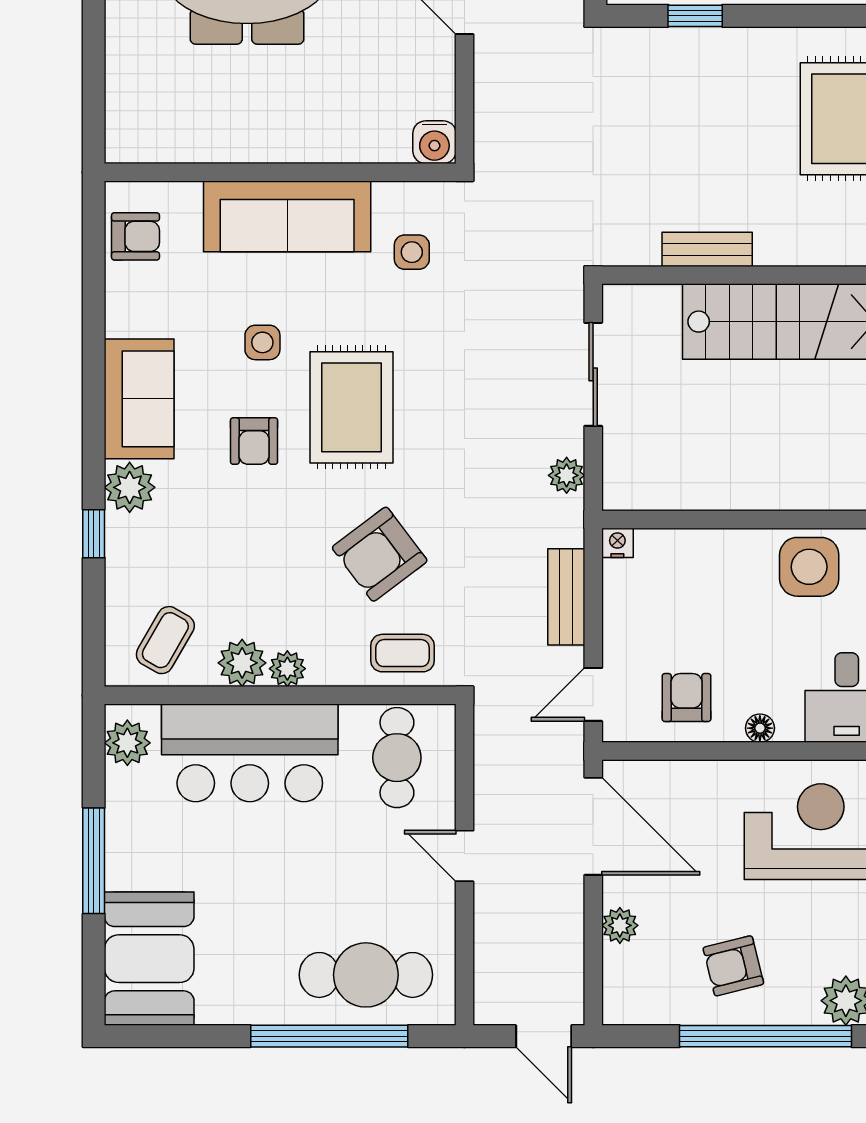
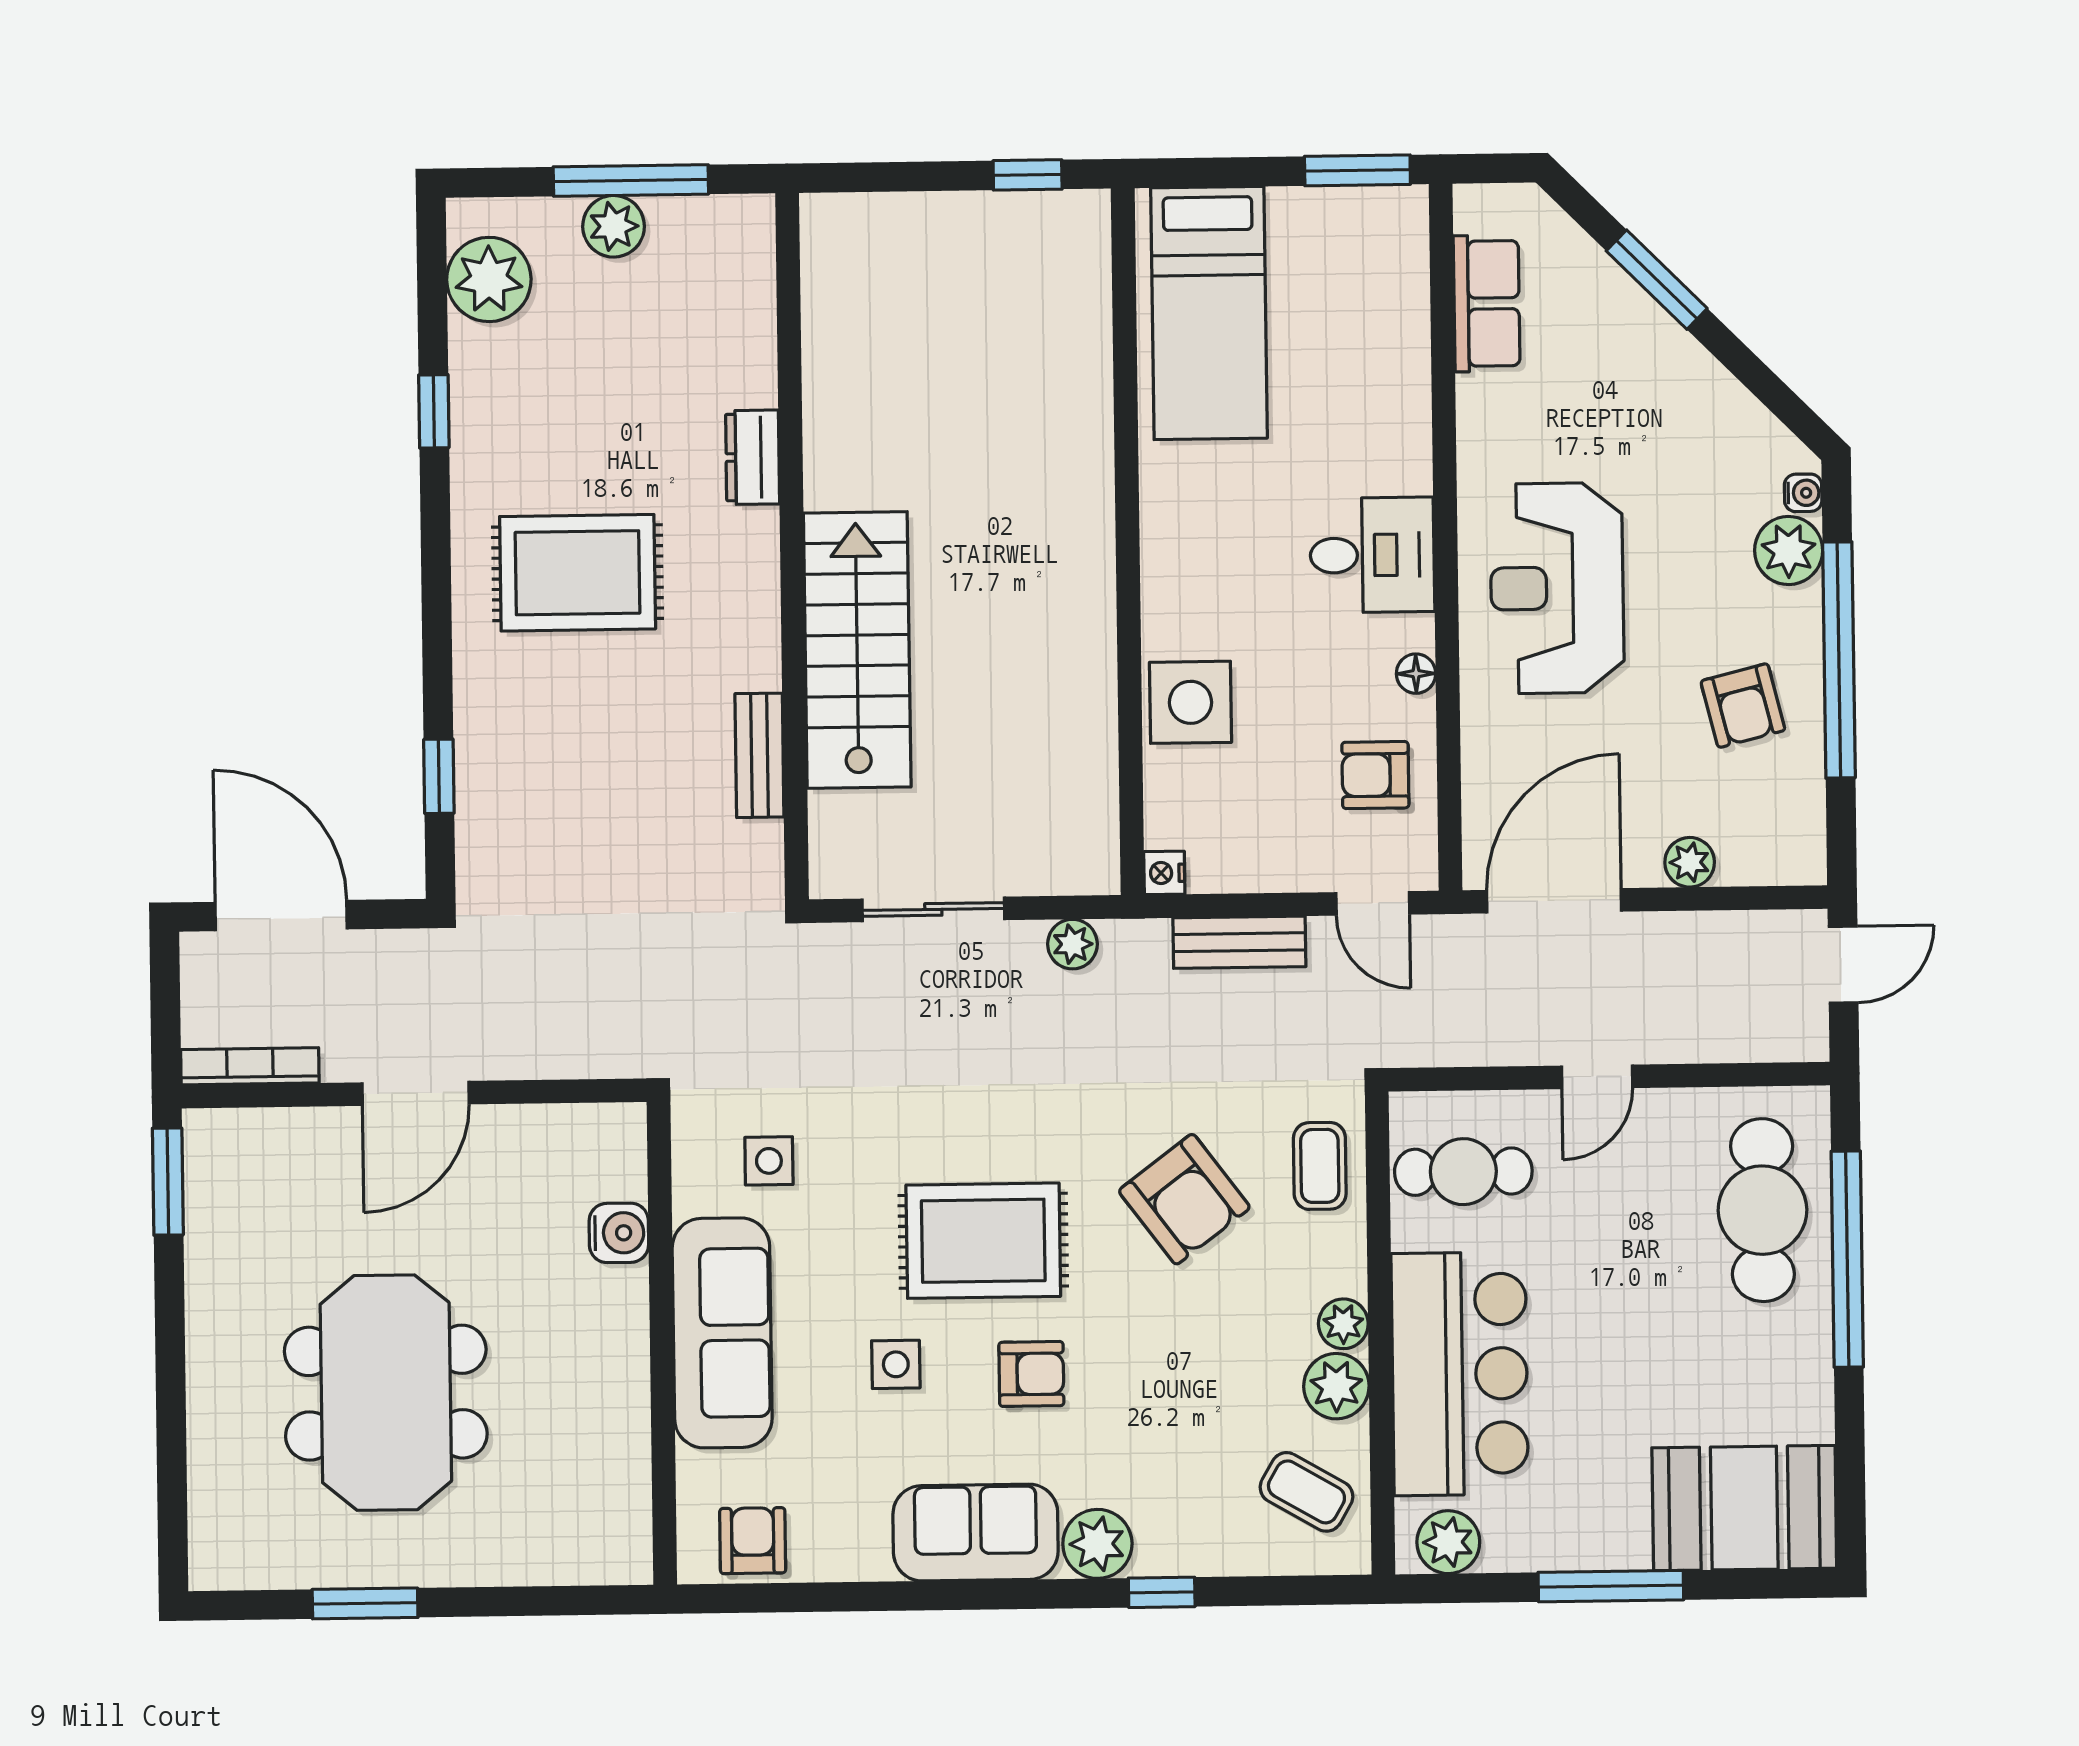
water cooler: (434, 142) -> (619, 1233), moved
side table: (809, 567) -> (1190, 702), moved

